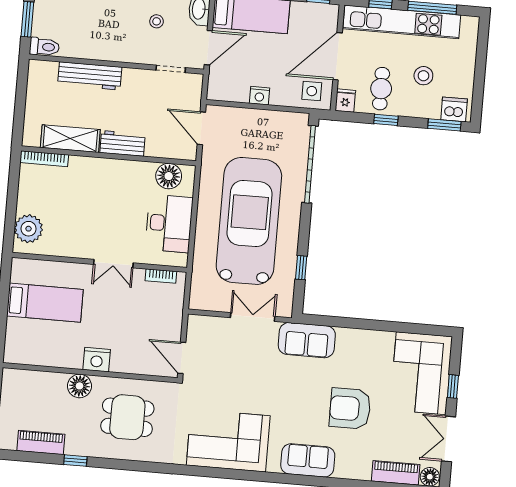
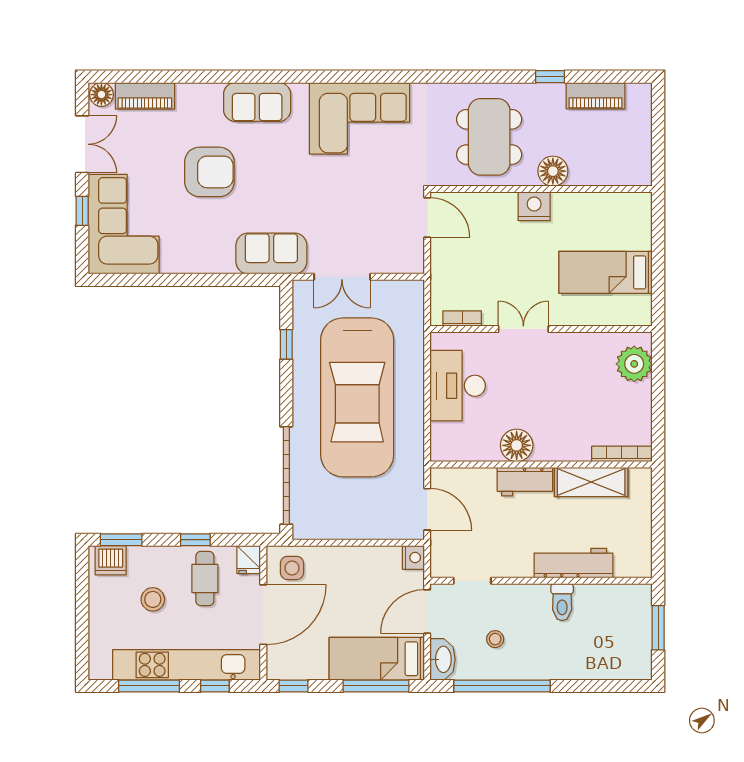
toilet: (44, 47) -> (562, 602), moved, turned -90
nightstand: (259, 96) -> (413, 558), moved, turned 90
floor lamp: (169, 176) -> (517, 445), moved
dining table: (127, 417) -> (489, 137), width x1.37

